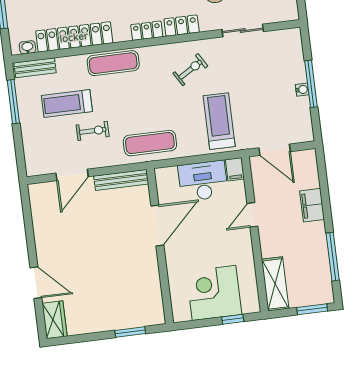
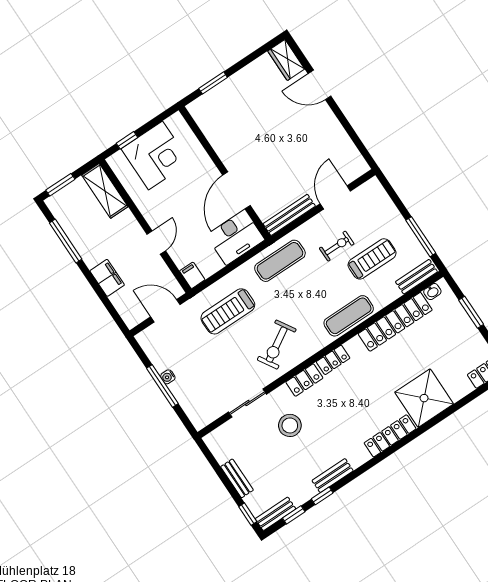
exercise bike: (190, 70) -> (277, 345), width x1.38, depth x1.39
treadmill: (219, 121) -> (228, 311), turned 90
exercise bike: (93, 131) -> (337, 246), turned 180
desk: (203, 181) -> (236, 238), moved

